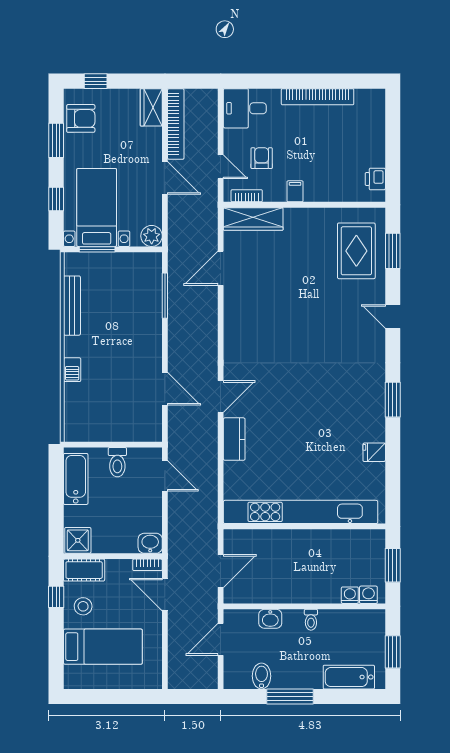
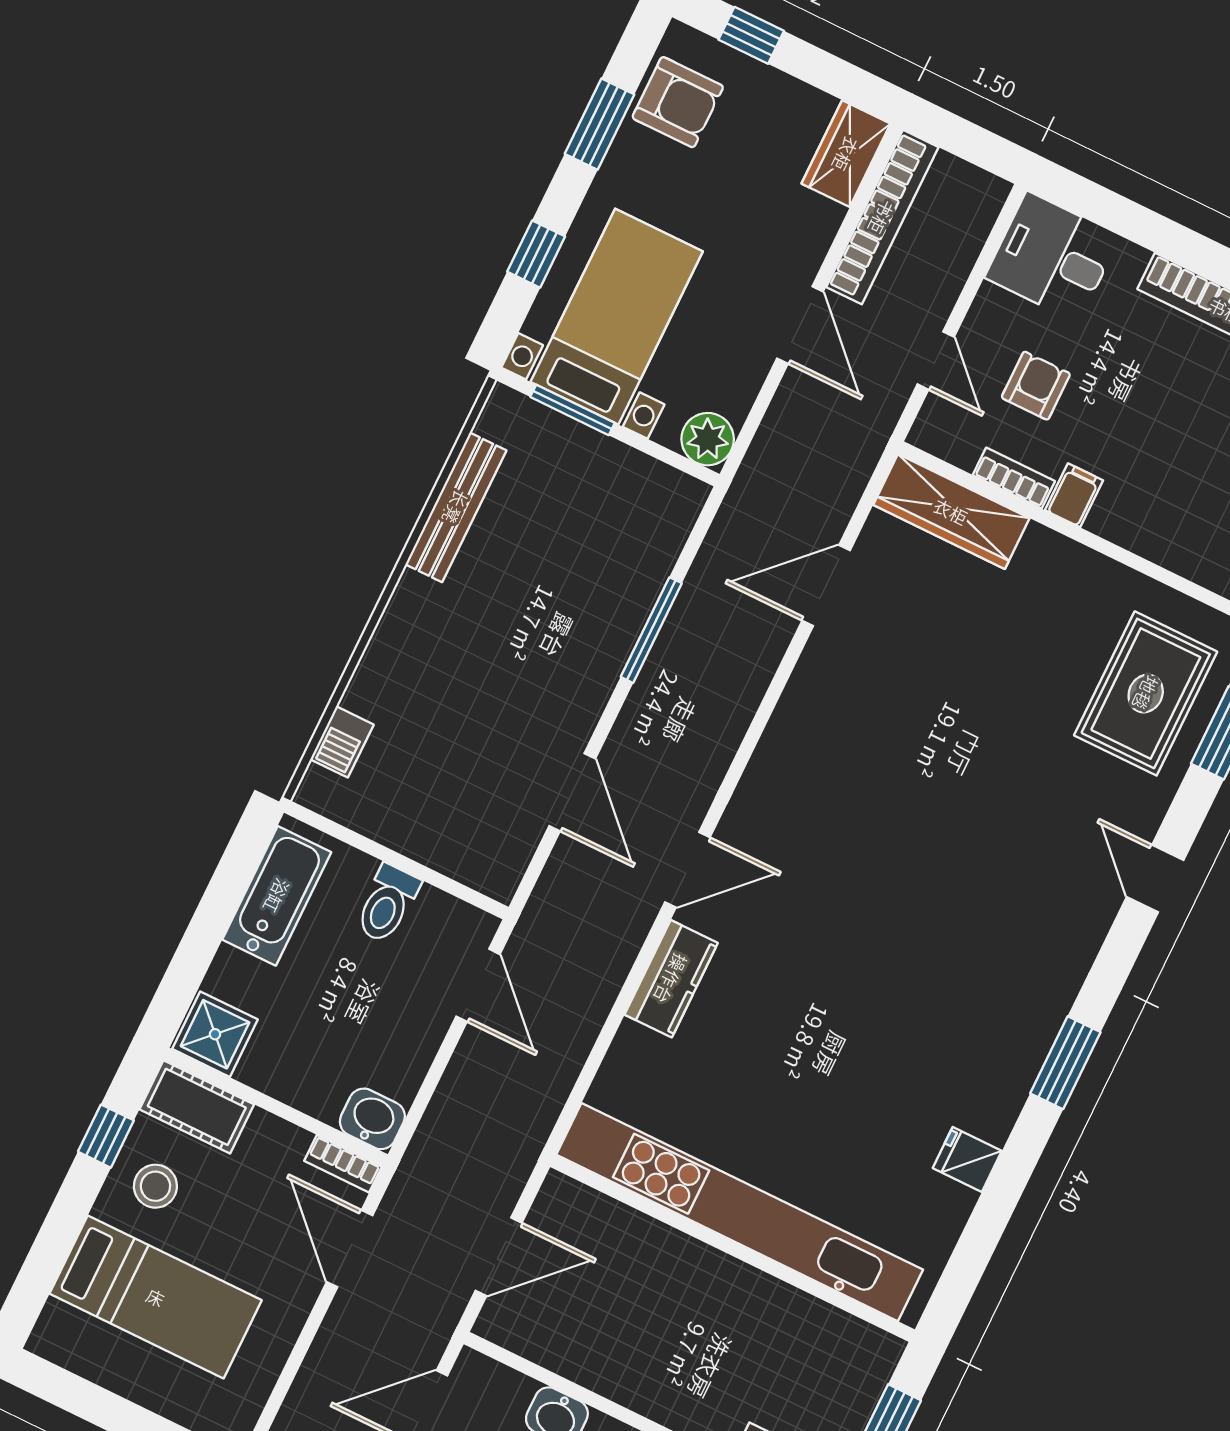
bookcase: (247, 196) -> (1014, 478), moved
window: (165, 296) -> (651, 630), moved
barbecue: (72, 370) -> (342, 742), moved

